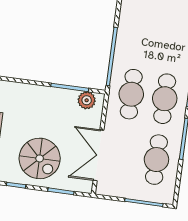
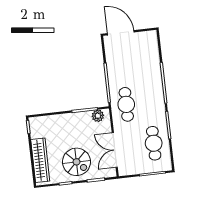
cafe table: (165, 99) -> (149, 102), removed

